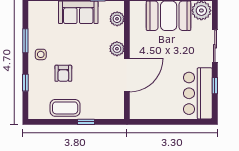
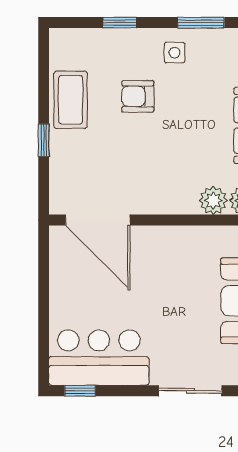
plant: (117, 49) -> (213, 200), moved
door: (127, 75) -> (98, 220), moved
window: (215, 86) -> (80, 391), moved

